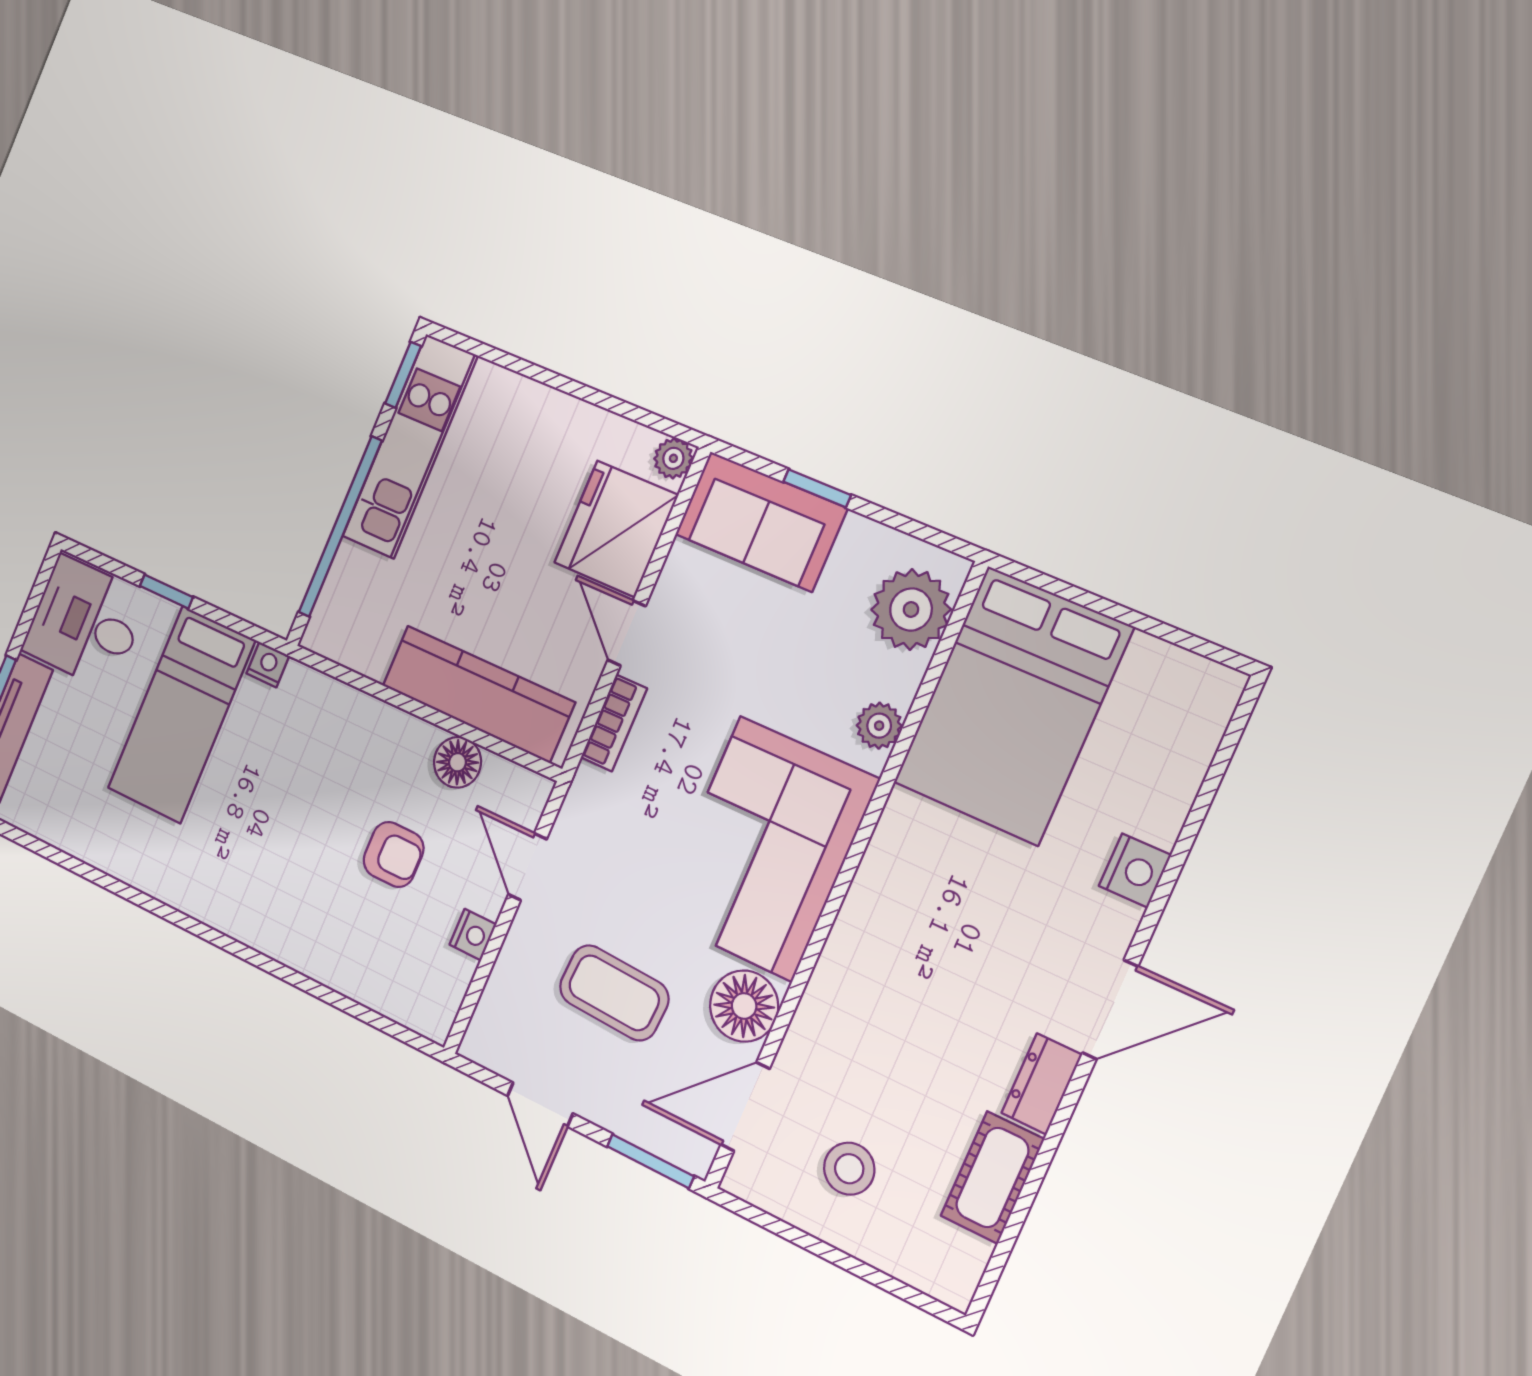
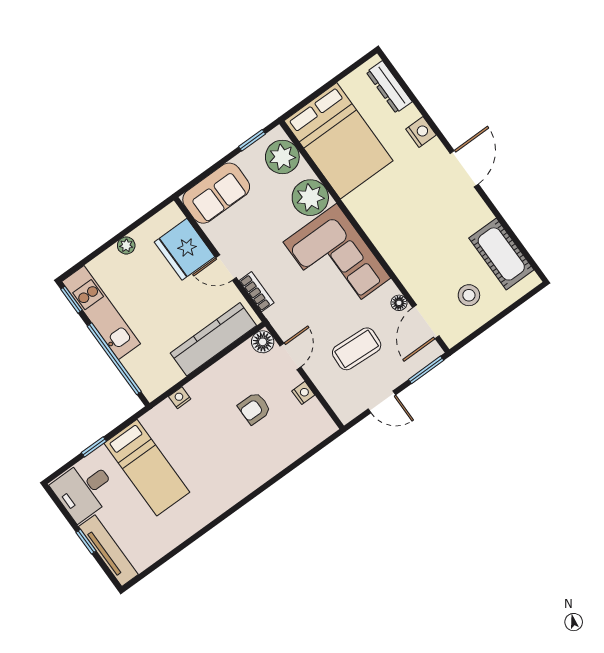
plant: (673, 458) -> (126, 245), moved
window: (817, 488) -> (252, 140), moved
nightstand: (268, 665) -> (180, 398), moved
plant: (879, 726) -> (310, 198), width x1.88, depth x1.88
floor lamp: (458, 762) -> (263, 342), moved
armchair: (394, 854) -> (254, 408), turned 180
door: (527, 867) -> (290, 356), swing flipped
floor lamp: (744, 1006) -> (399, 303), width x0.53, depth x0.53
dresser: (1042, 1084) -> (389, 87), moved, width x1.44
cot: (992, 1177) -> (501, 254), width x1.37, depth x1.34

